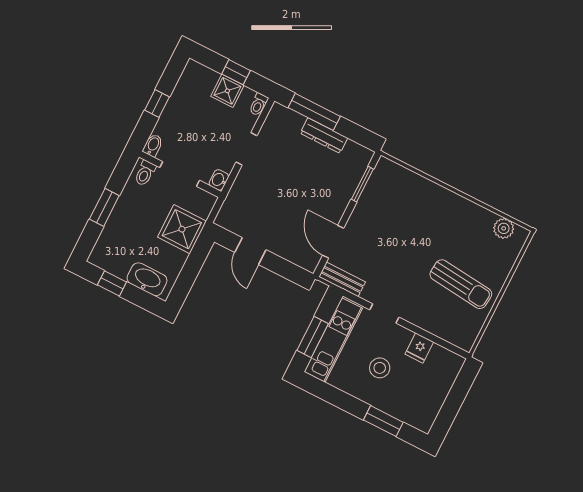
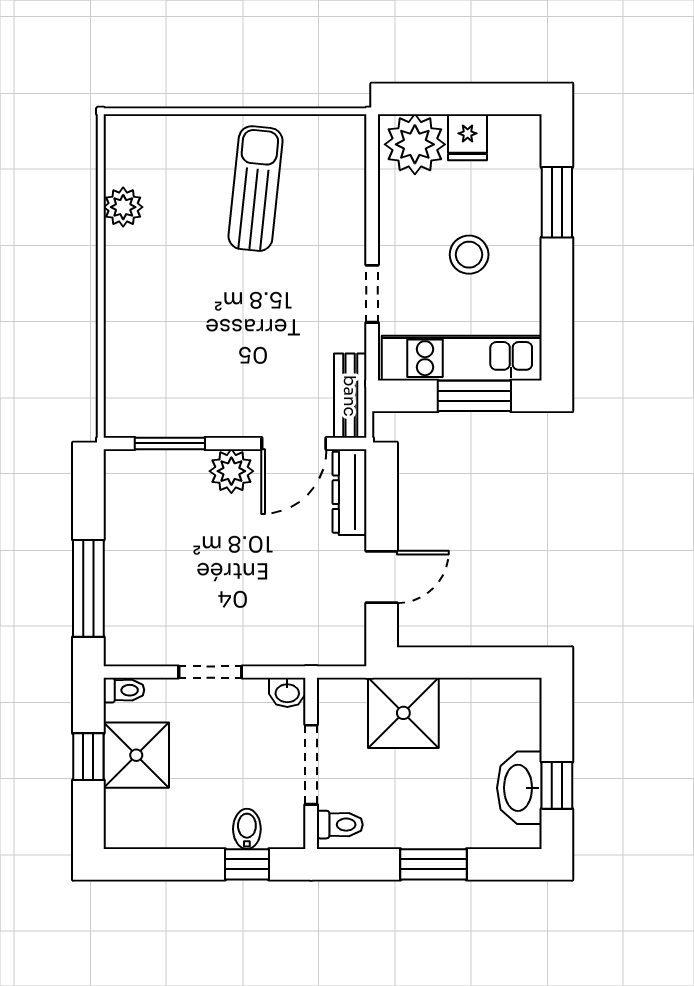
shower: (227, 91) -> (136, 755), width x1.36, depth x1.36
window: (157, 104) -> (247, 864), moved
dresser: (324, 136) -> (350, 492), moved, turned 180
bidet: (153, 145) -> (247, 829), moved, turned 90
plant: (335, 206) -> (231, 471), added
plant: (504, 228) -> (123, 207), moved
washbasin: (147, 279) -> (519, 788), moved
fridge: (419, 348) -> (468, 137), moved, turned 90
plant: (444, 369) -> (415, 144), added

